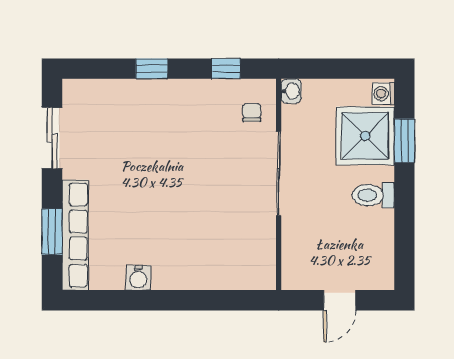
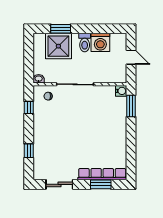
window: (152, 69) -> (29, 151), moved
washing machine: (383, 94) -> (100, 42), moved, width x1.89, depth x1.89
water cooler: (138, 278) -> (121, 91), moved
window: (230, 300) -> (131, 106), added

